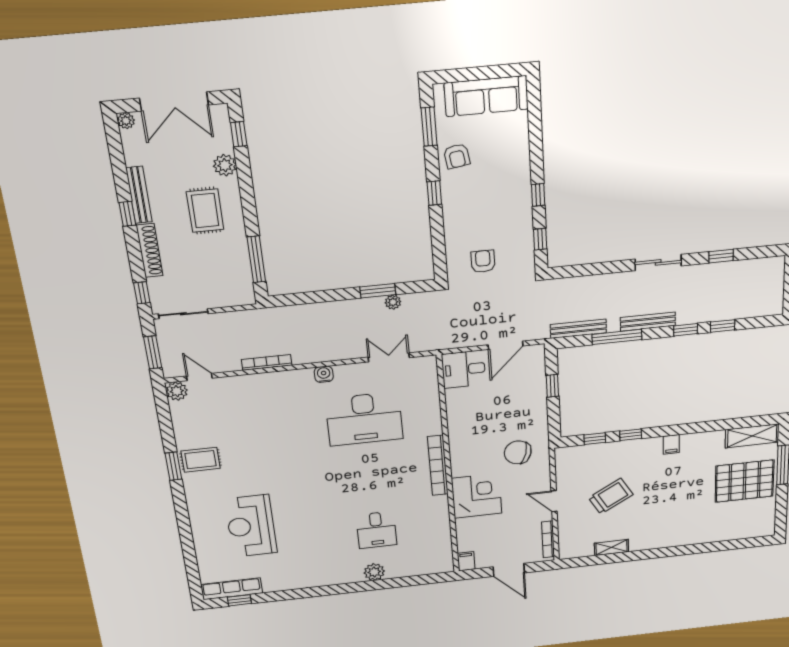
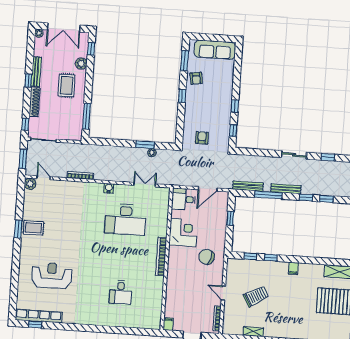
corner desk: (477, 496) -> (183, 233), moved
reception desk: (251, 526) -> (52, 276), turned 90
plant: (374, 572) -> (115, 321), removed
row of seats: (232, 589) -> (39, 316), width x1.36

